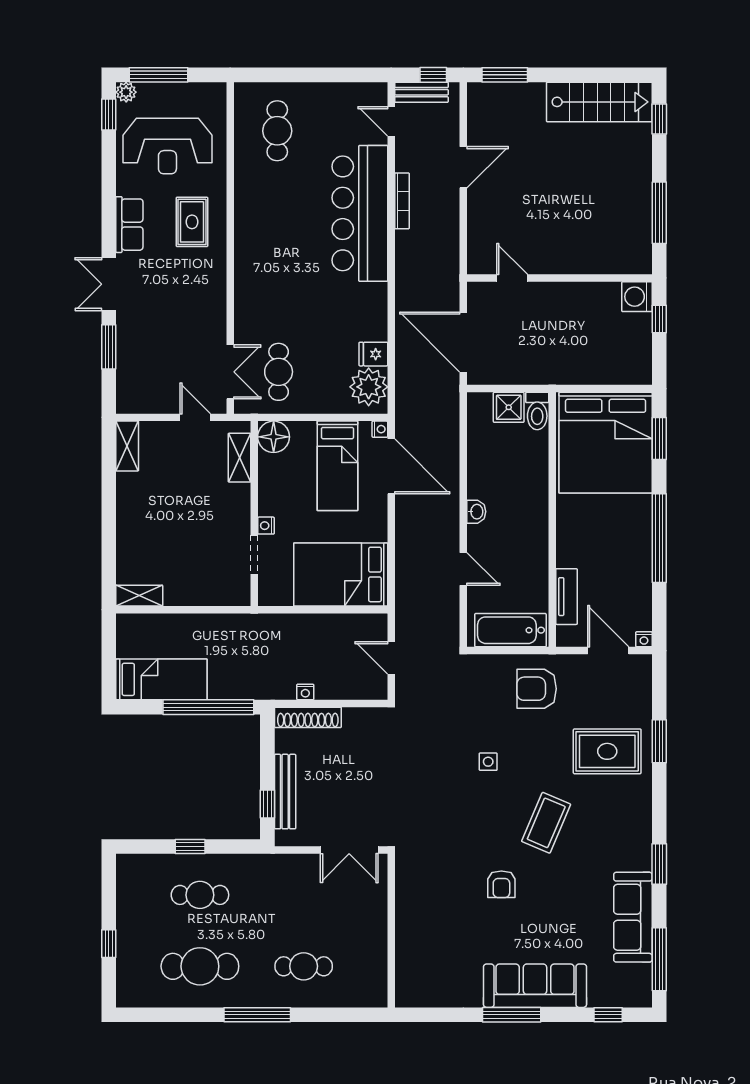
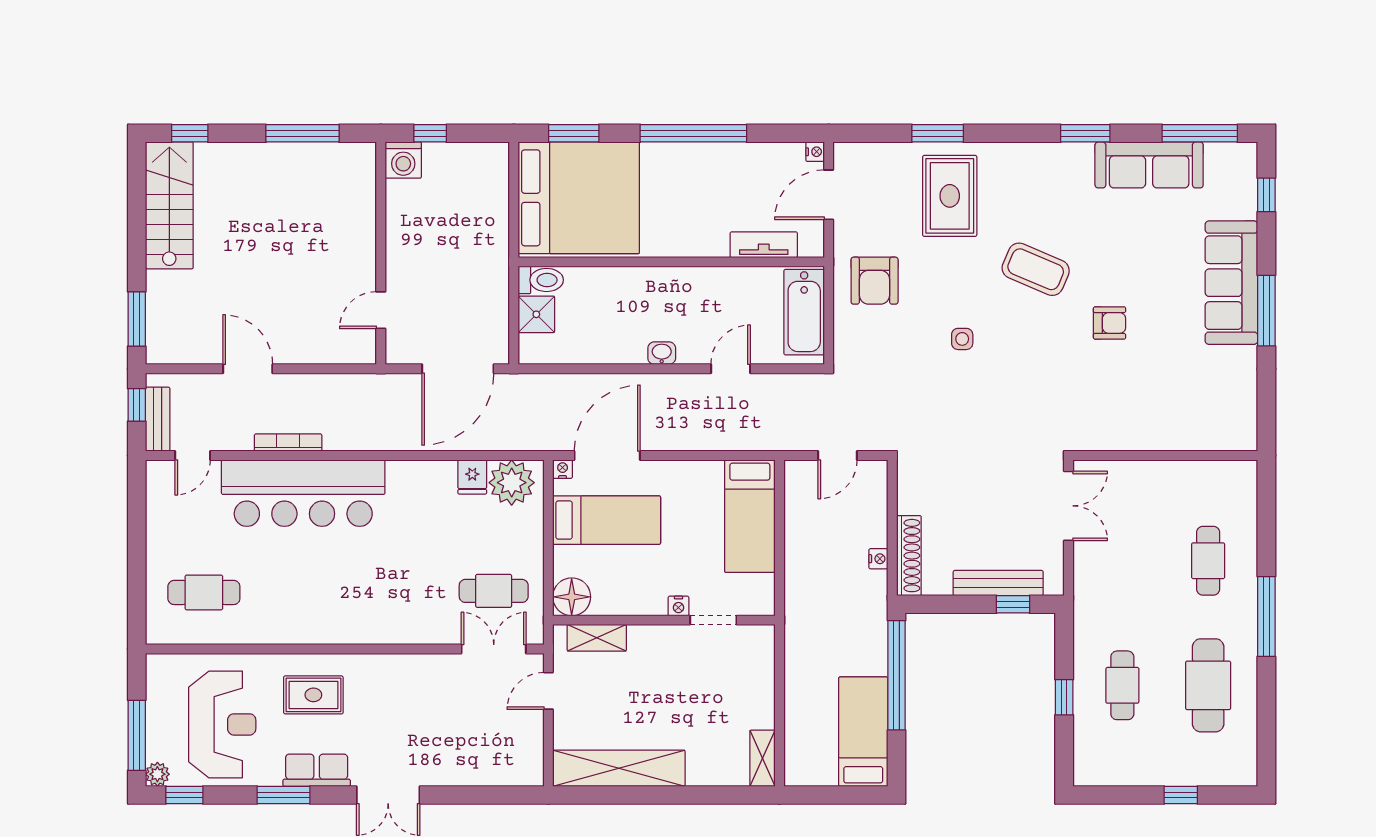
window: (109, 347) -> (283, 795), moved
shelving: (127, 446) -> (619, 768), width x2.20, depth x1.33
bed: (341, 574) -> (750, 516), width x0.67

